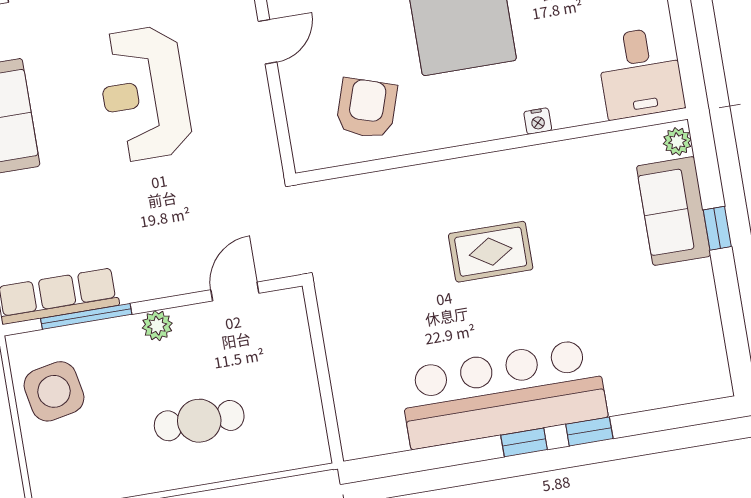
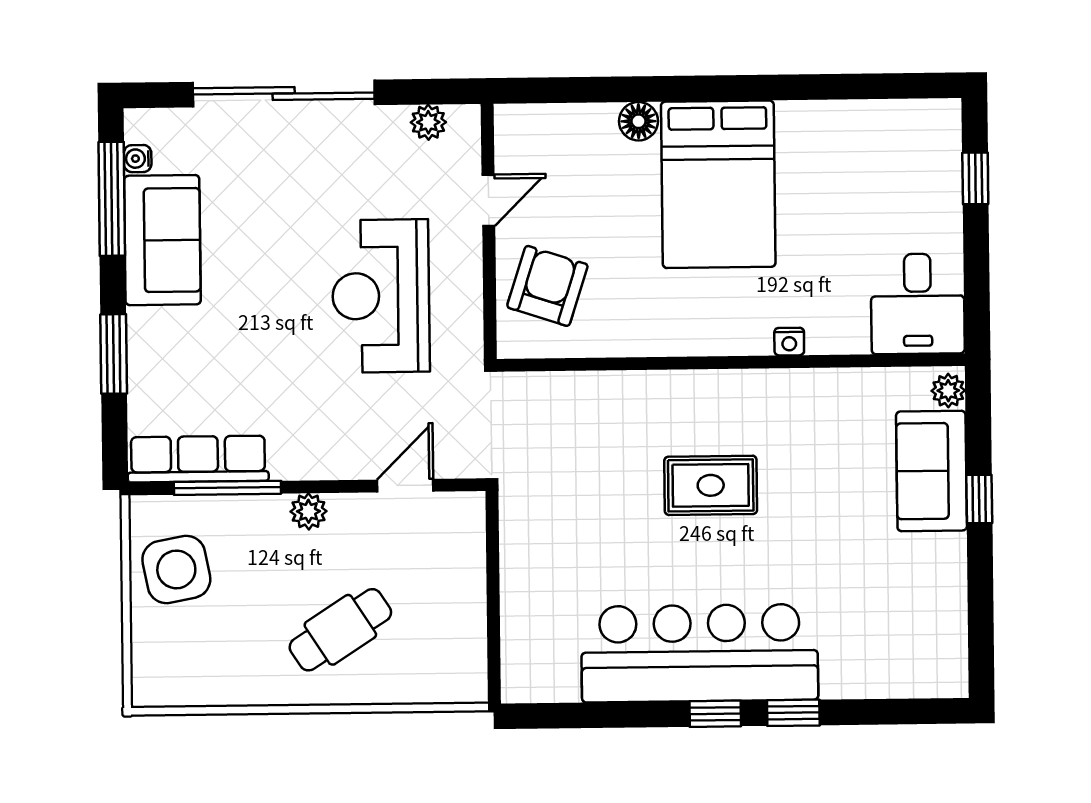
reception desk: (144, 94) -> (381, 296), moved
armchair: (367, 108) -> (547, 286), moved
cafe table: (199, 421) -> (340, 630), turned -33

